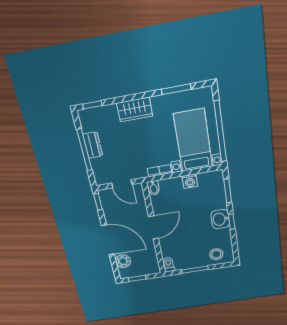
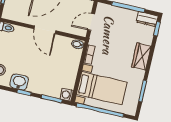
dresser: (93, 145) -> (147, 19), moved
washing machine: (190, 181) -> (67, 95), moved
washbasin: (220, 219) -> (19, 82), moved

